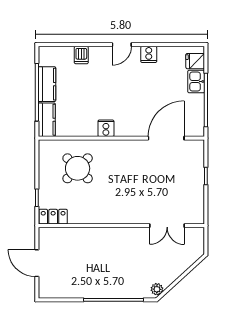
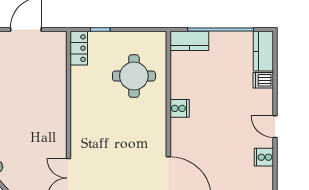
kitchen counter: (47, 84) -> (263, 51), moved, turned 90
round table: (78, 168) -> (134, 76), turned 45

